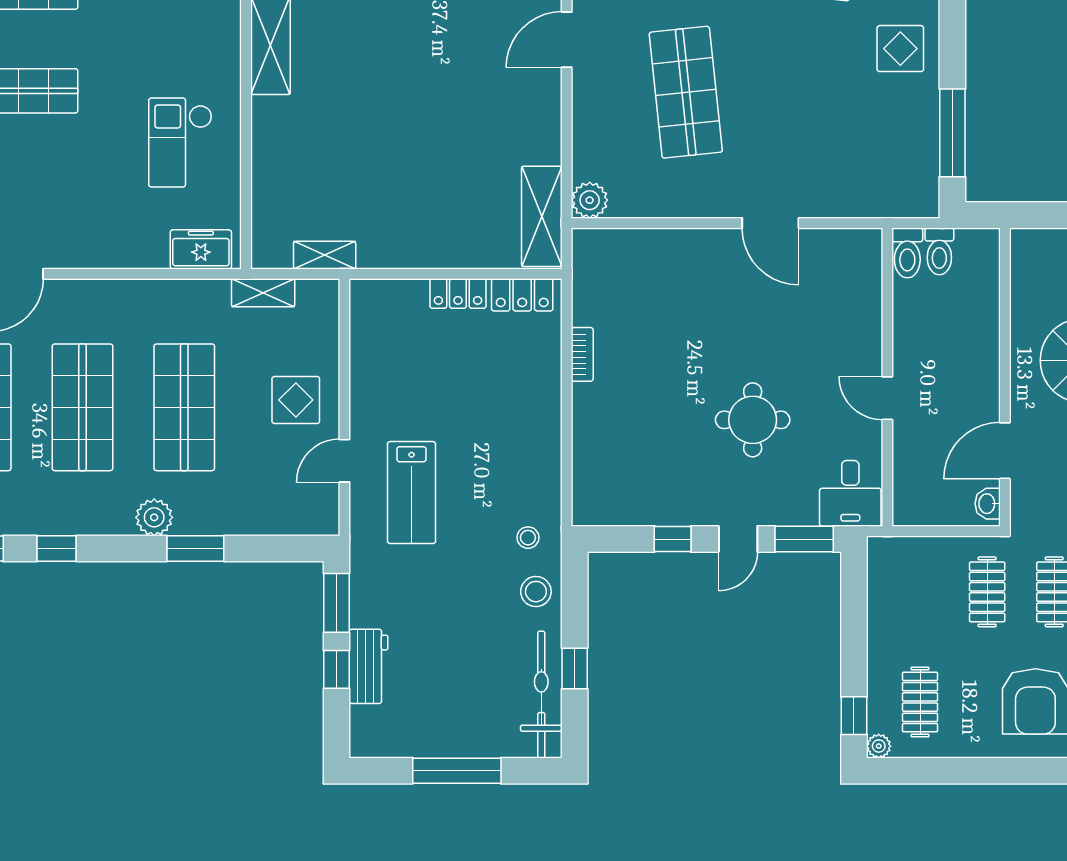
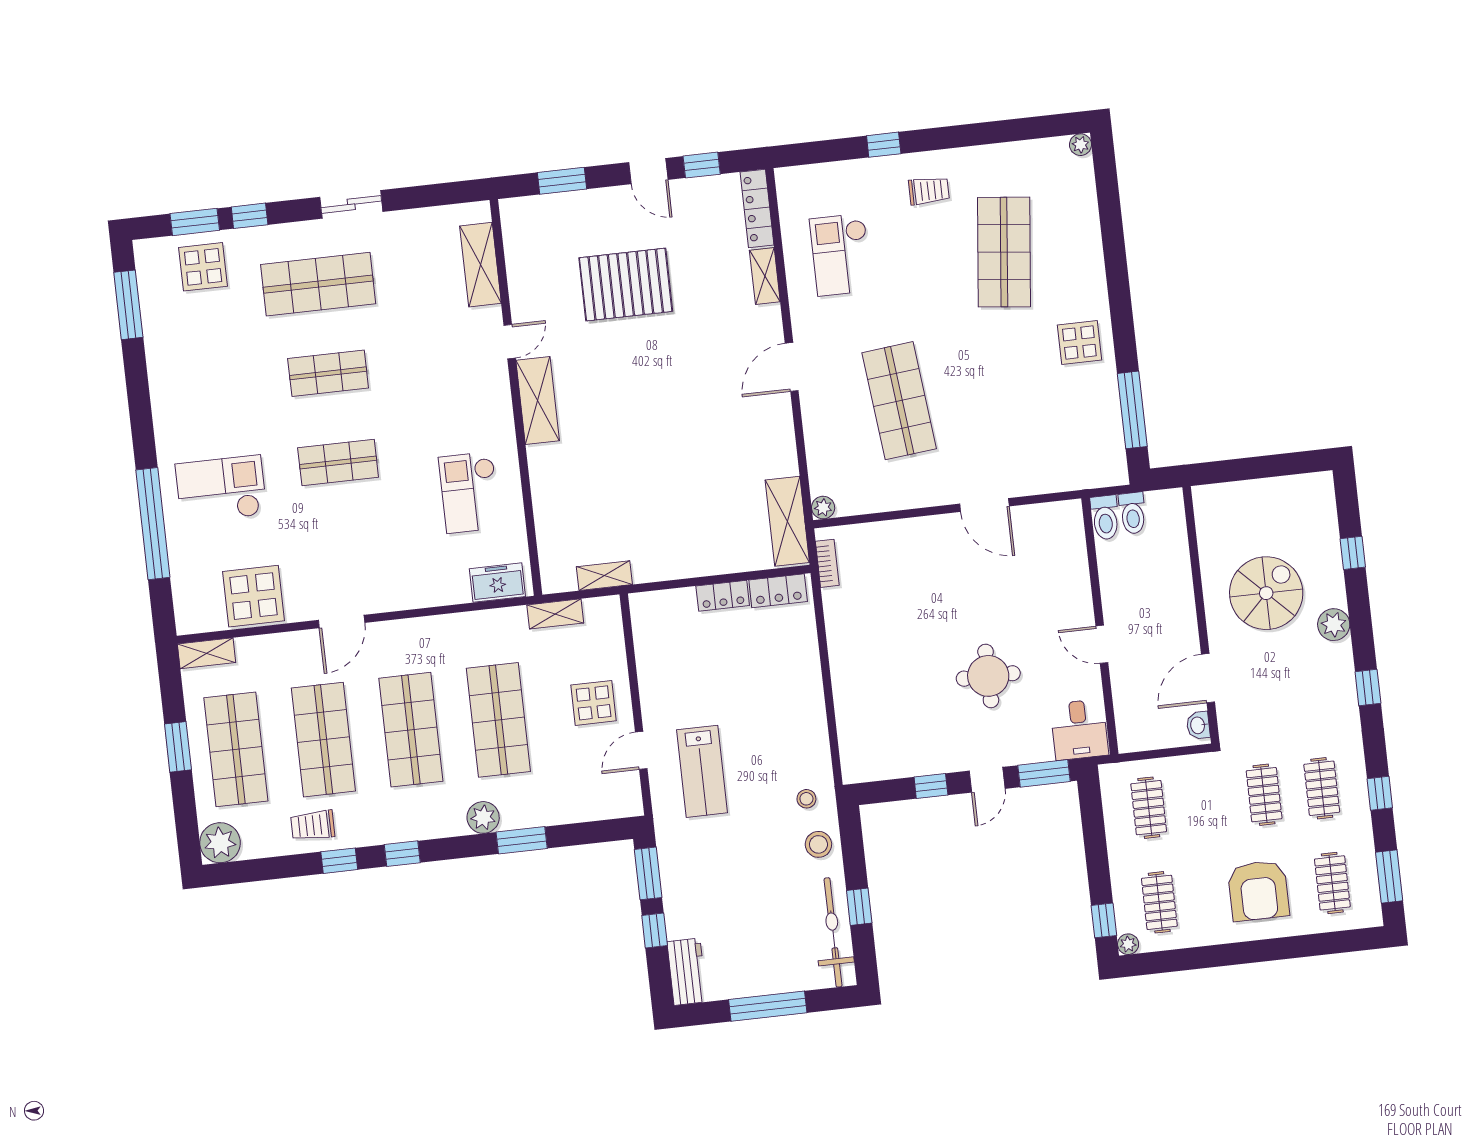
plant: (590, 200) -> (823, 508), width x0.73, depth x0.73
bookcase: (582, 354) -> (827, 563), moved
clothes rail: (987, 592) -> (1149, 808), moved
workbench: (368, 666) -> (687, 972), moved

